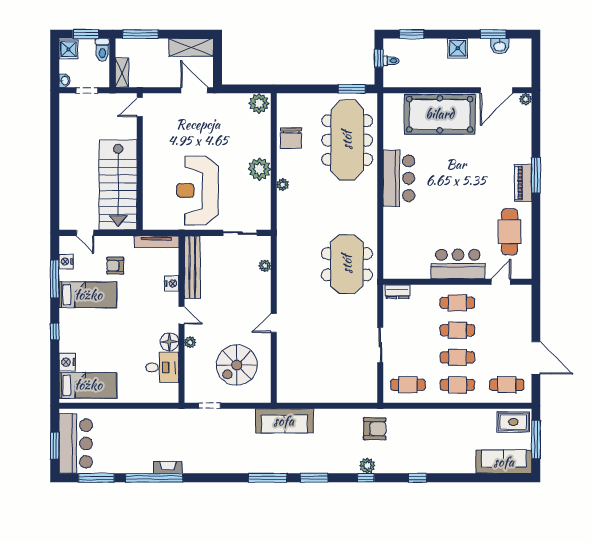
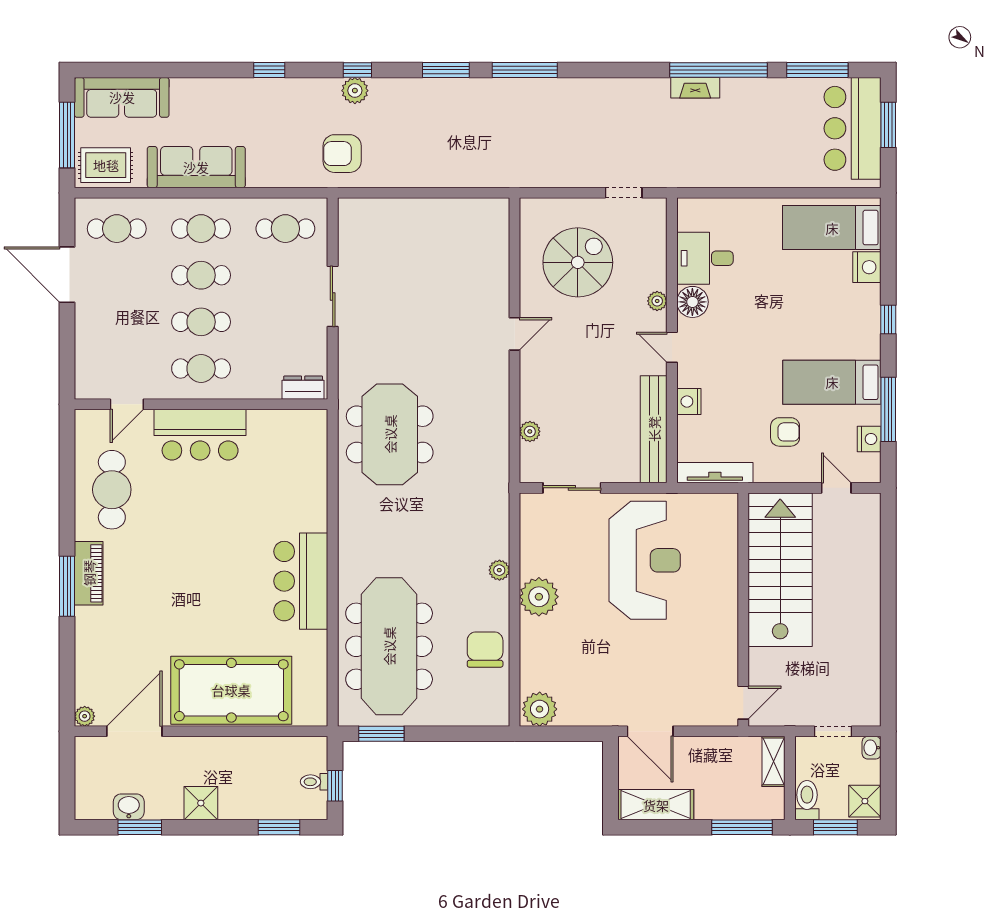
sofa: (284, 421) -> (196, 167), moved

